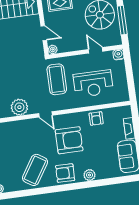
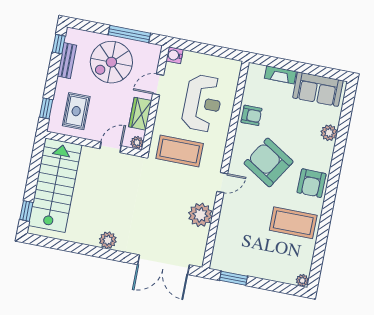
wardrobe: (72, 45) -> (140, 114), added
armchair: (69, 140) -> (269, 162), turned -58
coffee table: (35, 170) -> (293, 223), turned -33
plant: (89, 175) -> (329, 133), moved

